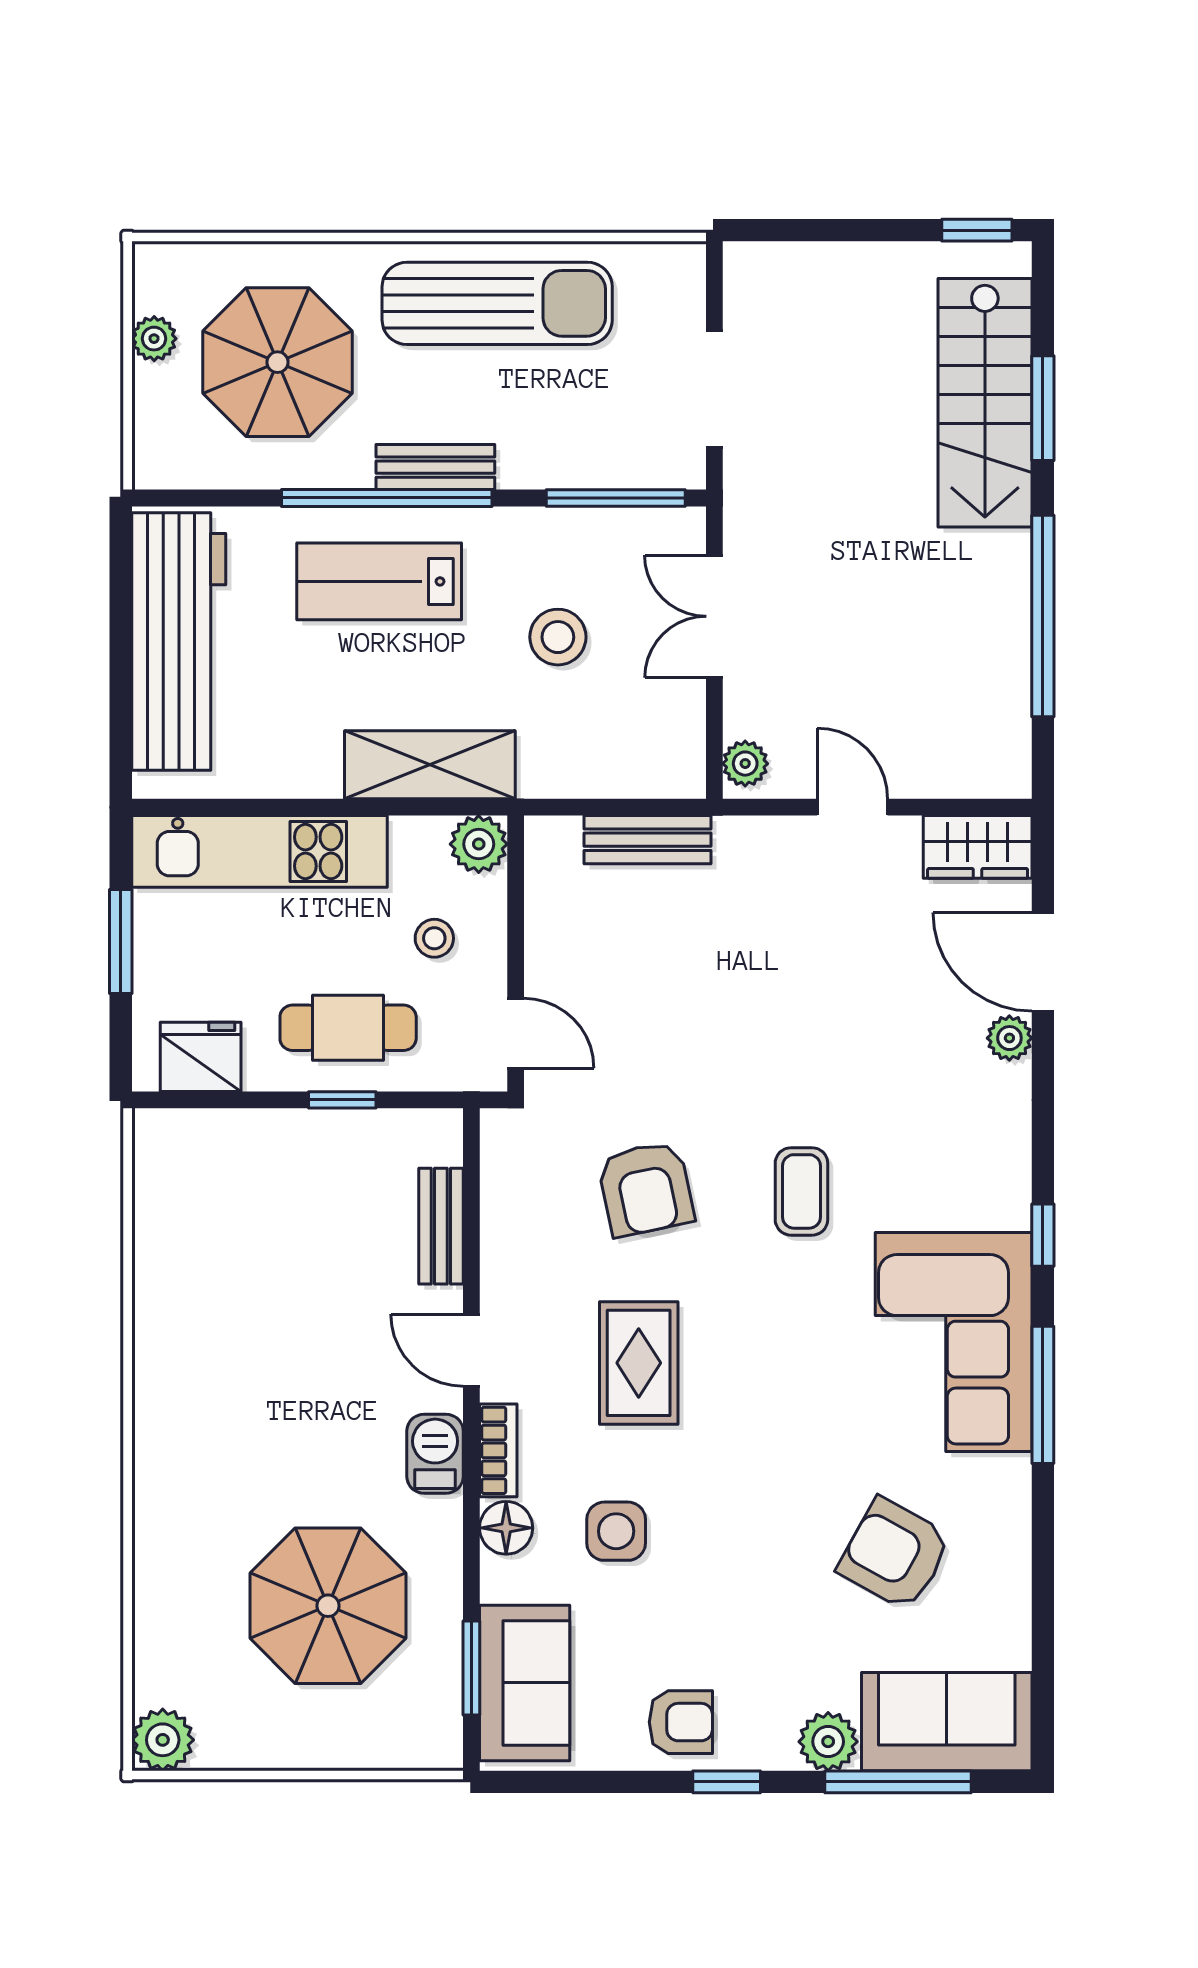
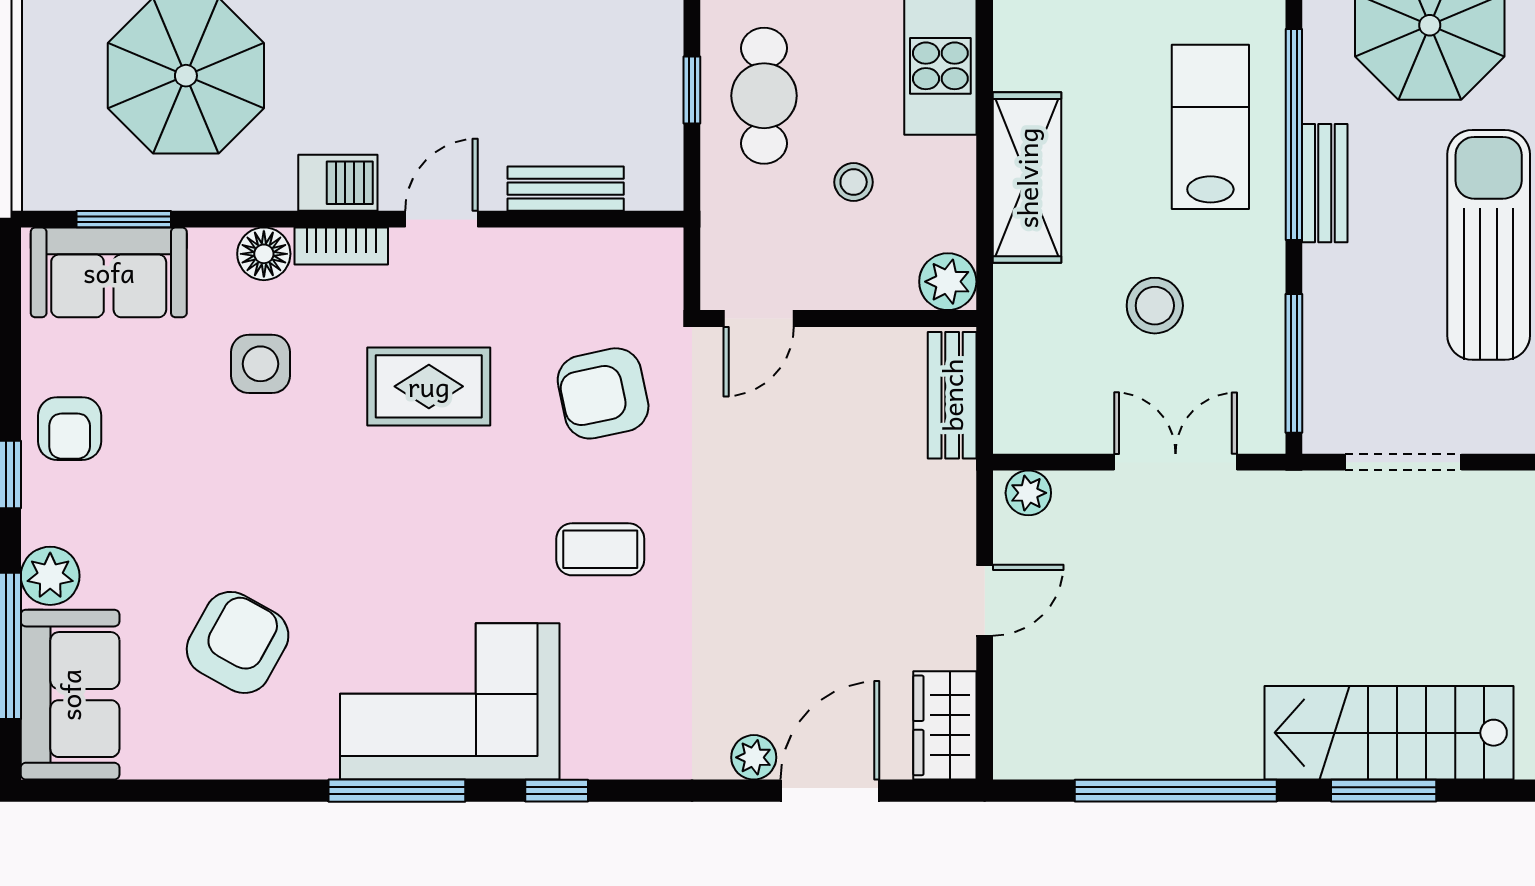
sun lounger: (497, 303) -> (1489, 245), turned 180
plant: (479, 844) -> (948, 282), moved
wall: (516, 954) -> (838, 318), moved
door: (516, 1033) -> (759, 318), moved

